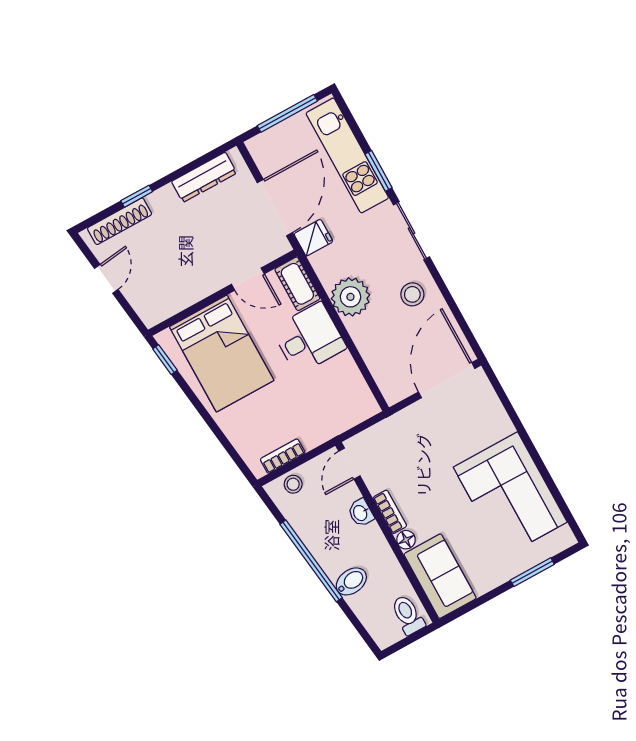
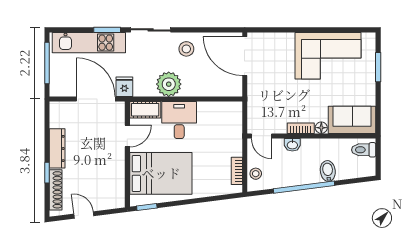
dresser: (204, 177) -> (57, 148), moved

